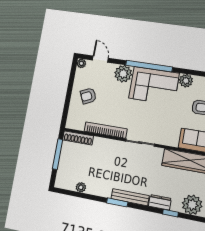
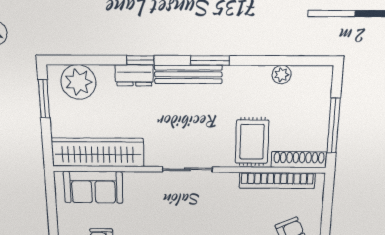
bookcase: (106, 130) -> (277, 181), moved
rug: (102, 153) -> (252, 142), added
window: (170, 213) -> (140, 60), moved

